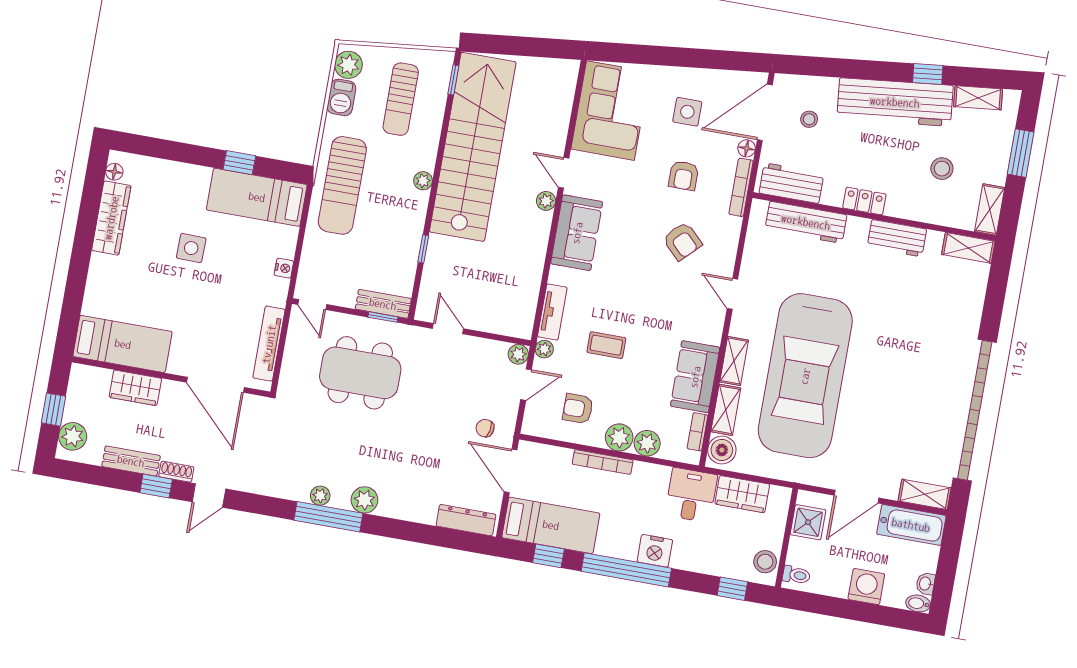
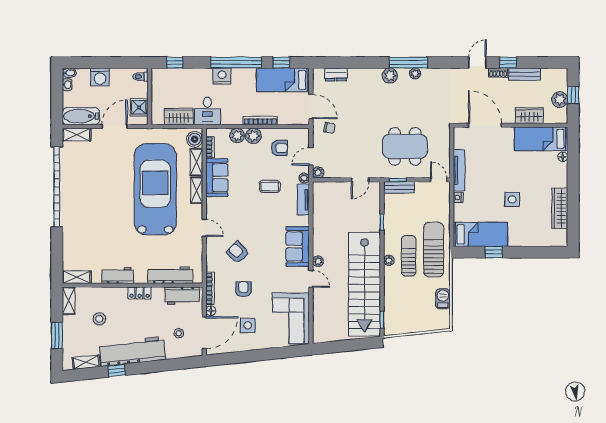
plant: (348, 65) -> (442, 318), removed
sun lounger: (401, 99) -> (409, 256), moved
floor lamp: (114, 172) -> (563, 157), moved
door: (448, 329) -> (360, 180), hinge flipped
tv unit: (269, 344) -> (459, 170), moved
plant: (73, 436) -> (560, 100), moved
dresser: (466, 520) -> (336, 74), width x0.70
stool: (765, 562) -> (159, 81), removed

